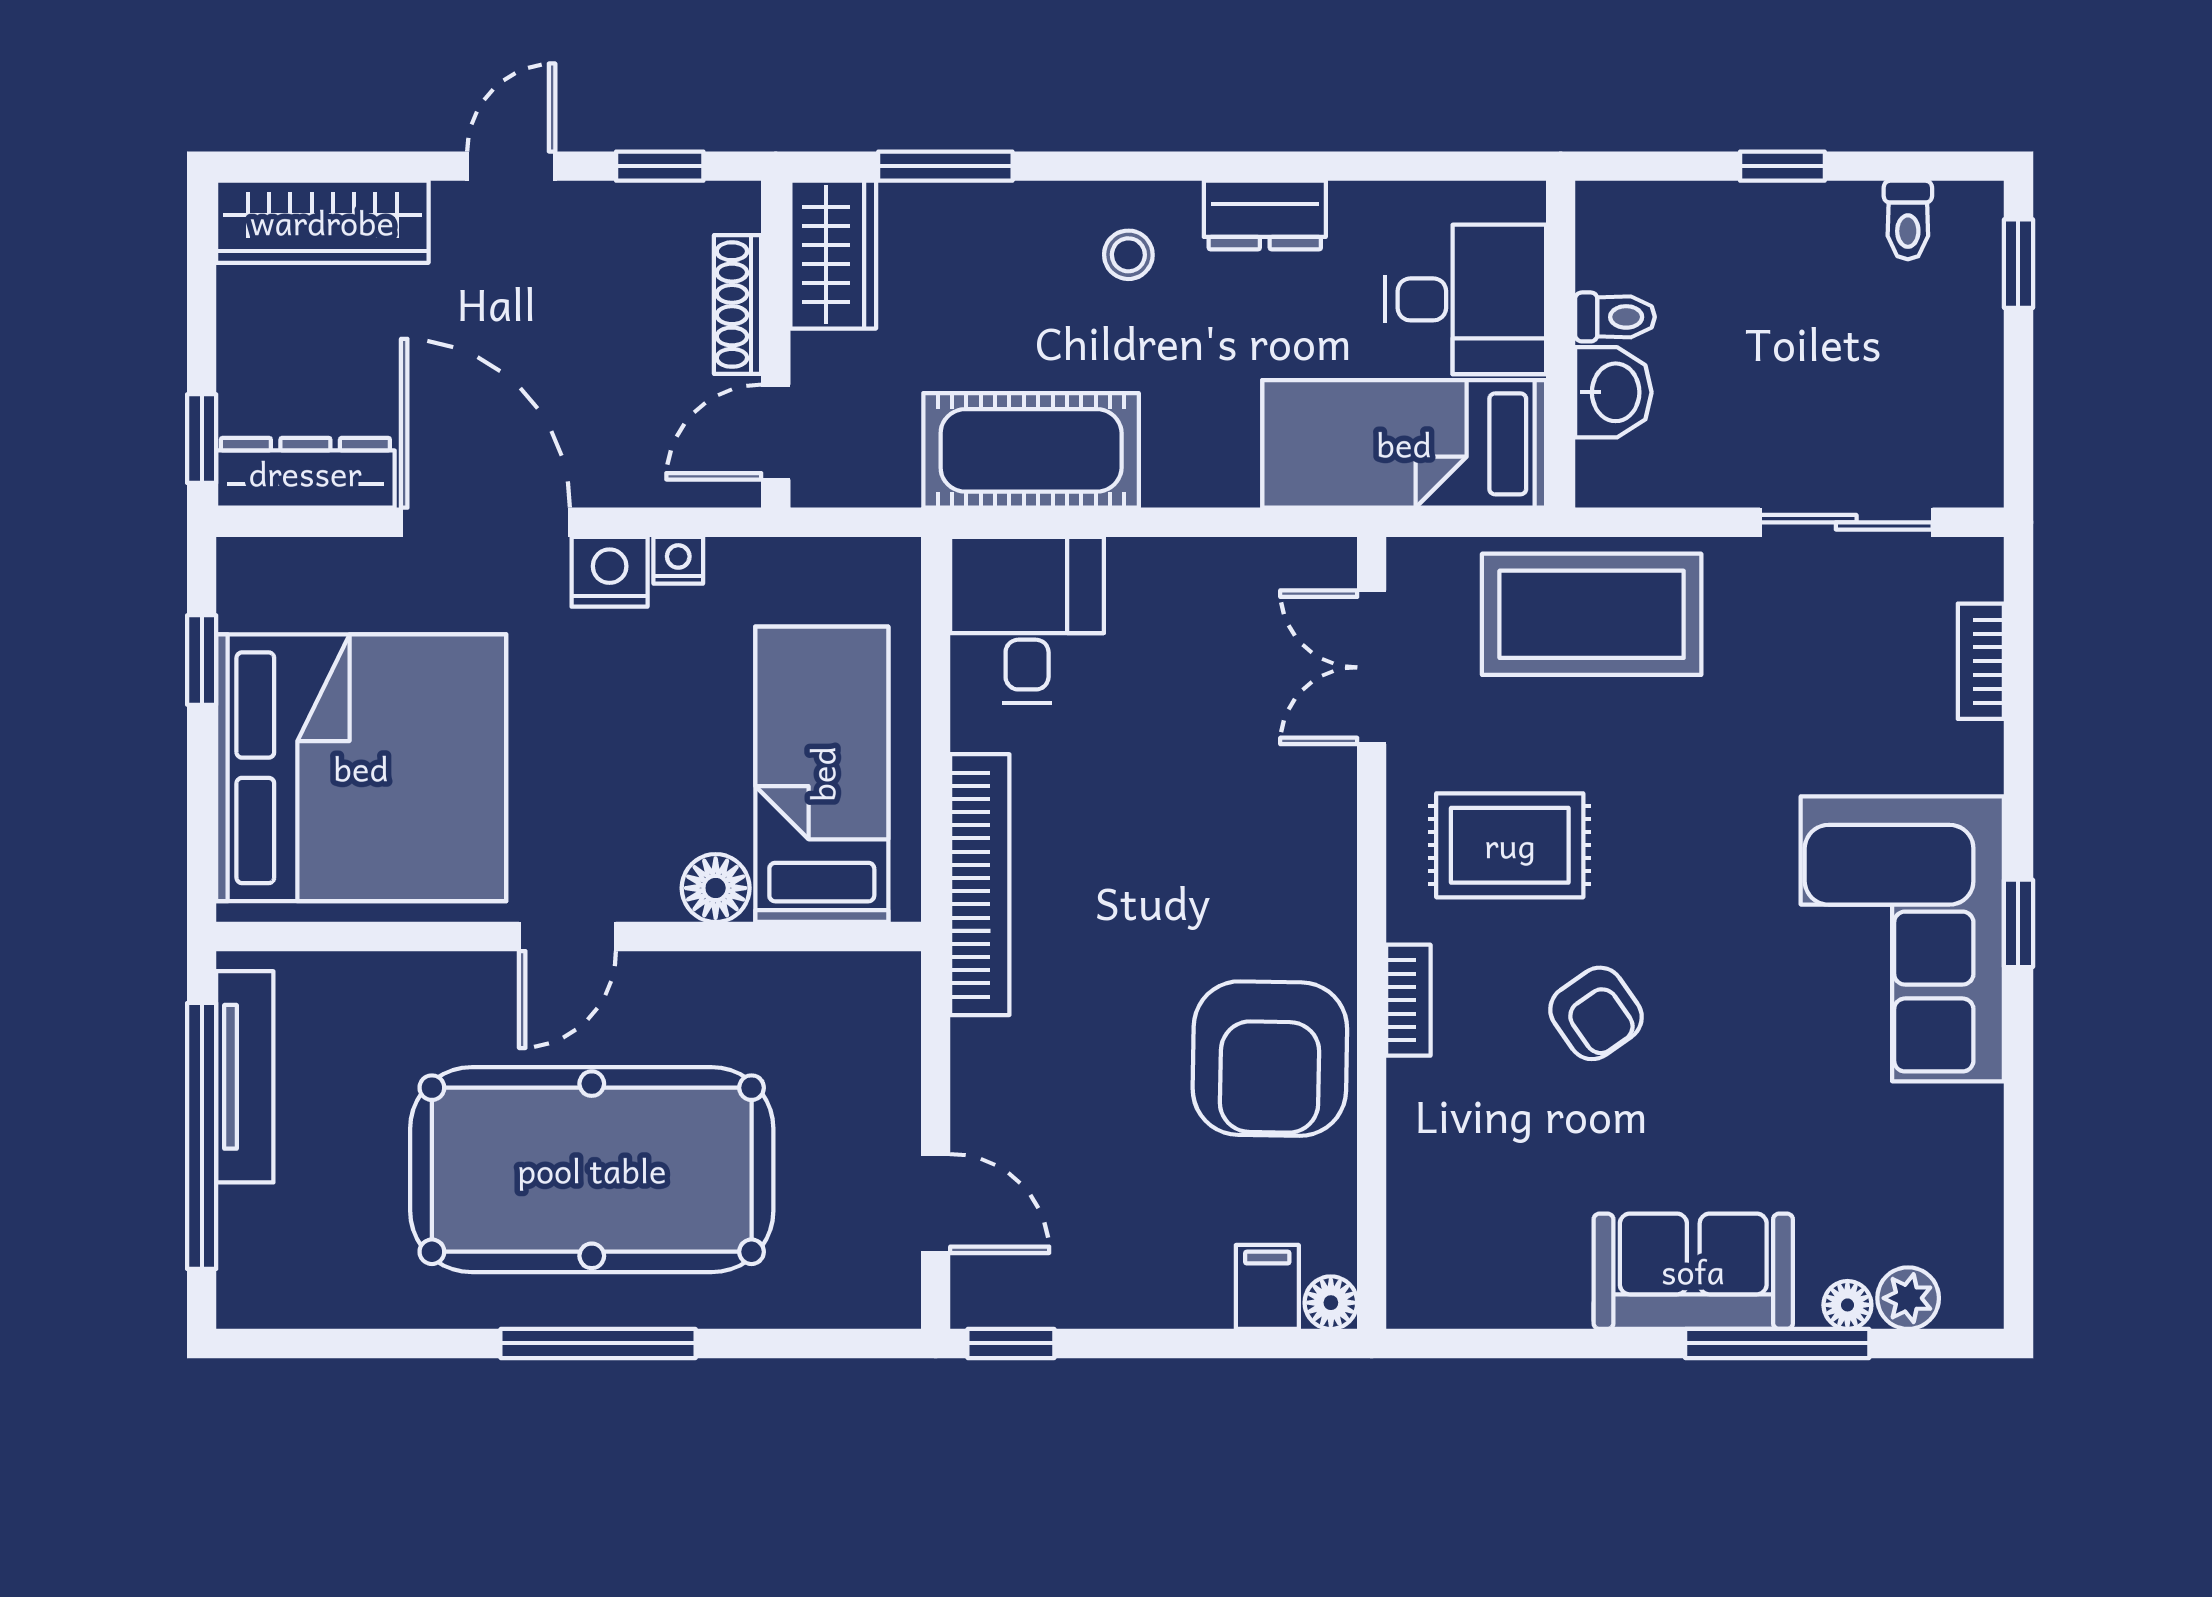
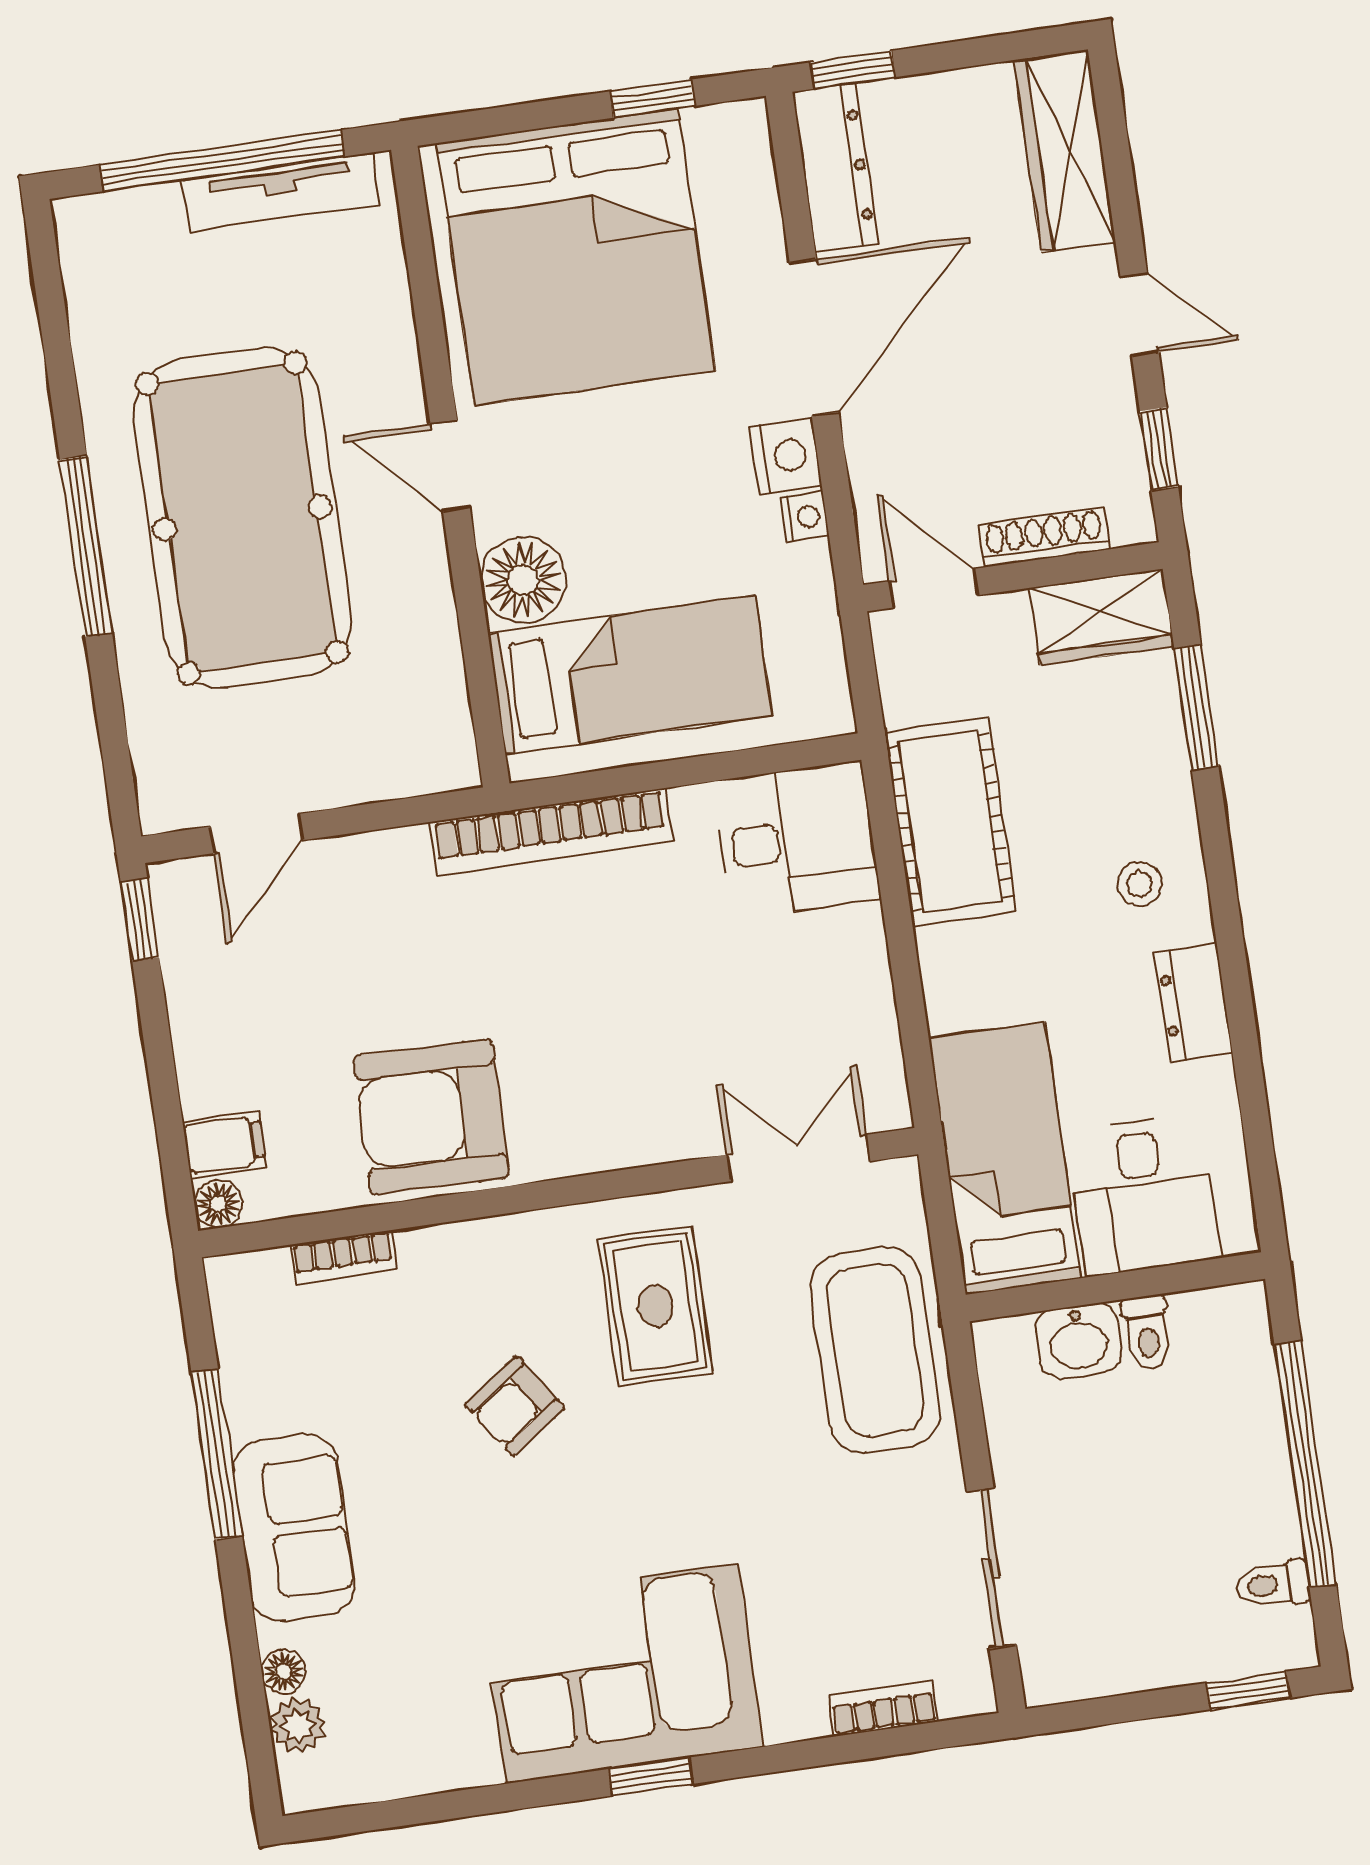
window: (1782, 166) -> (1305, 1464), width x3.17
floor lamp: (716, 888) -> (523, 580), width x1.38, depth x1.38
bookcase: (1408, 1000) -> (343, 1257), moved
window: (1777, 1343) -> (217, 1454), moved

